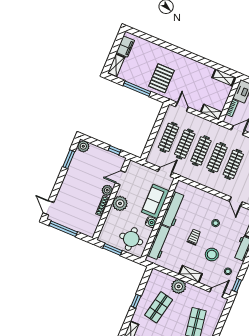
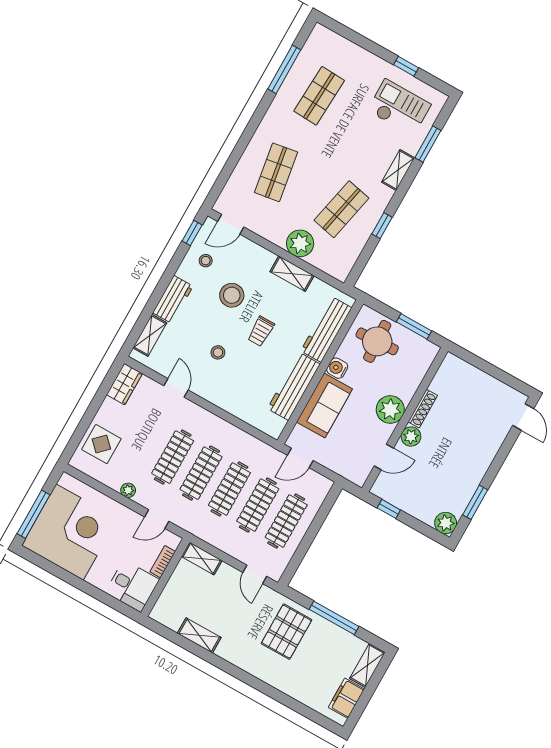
shelving: (224, 77) -> (199, 635), moved
window: (63, 229) -> (500, 375), removed
shelving: (191, 274) -> (292, 274), moved

